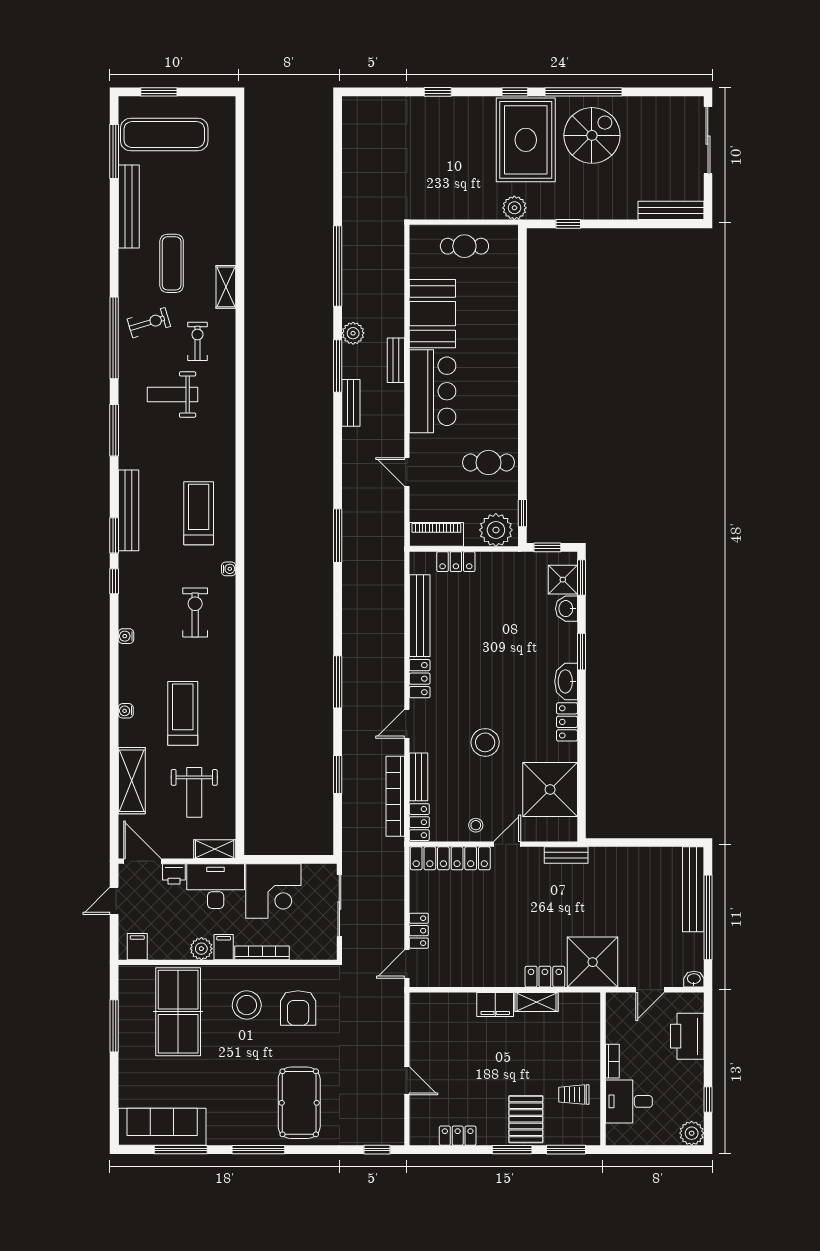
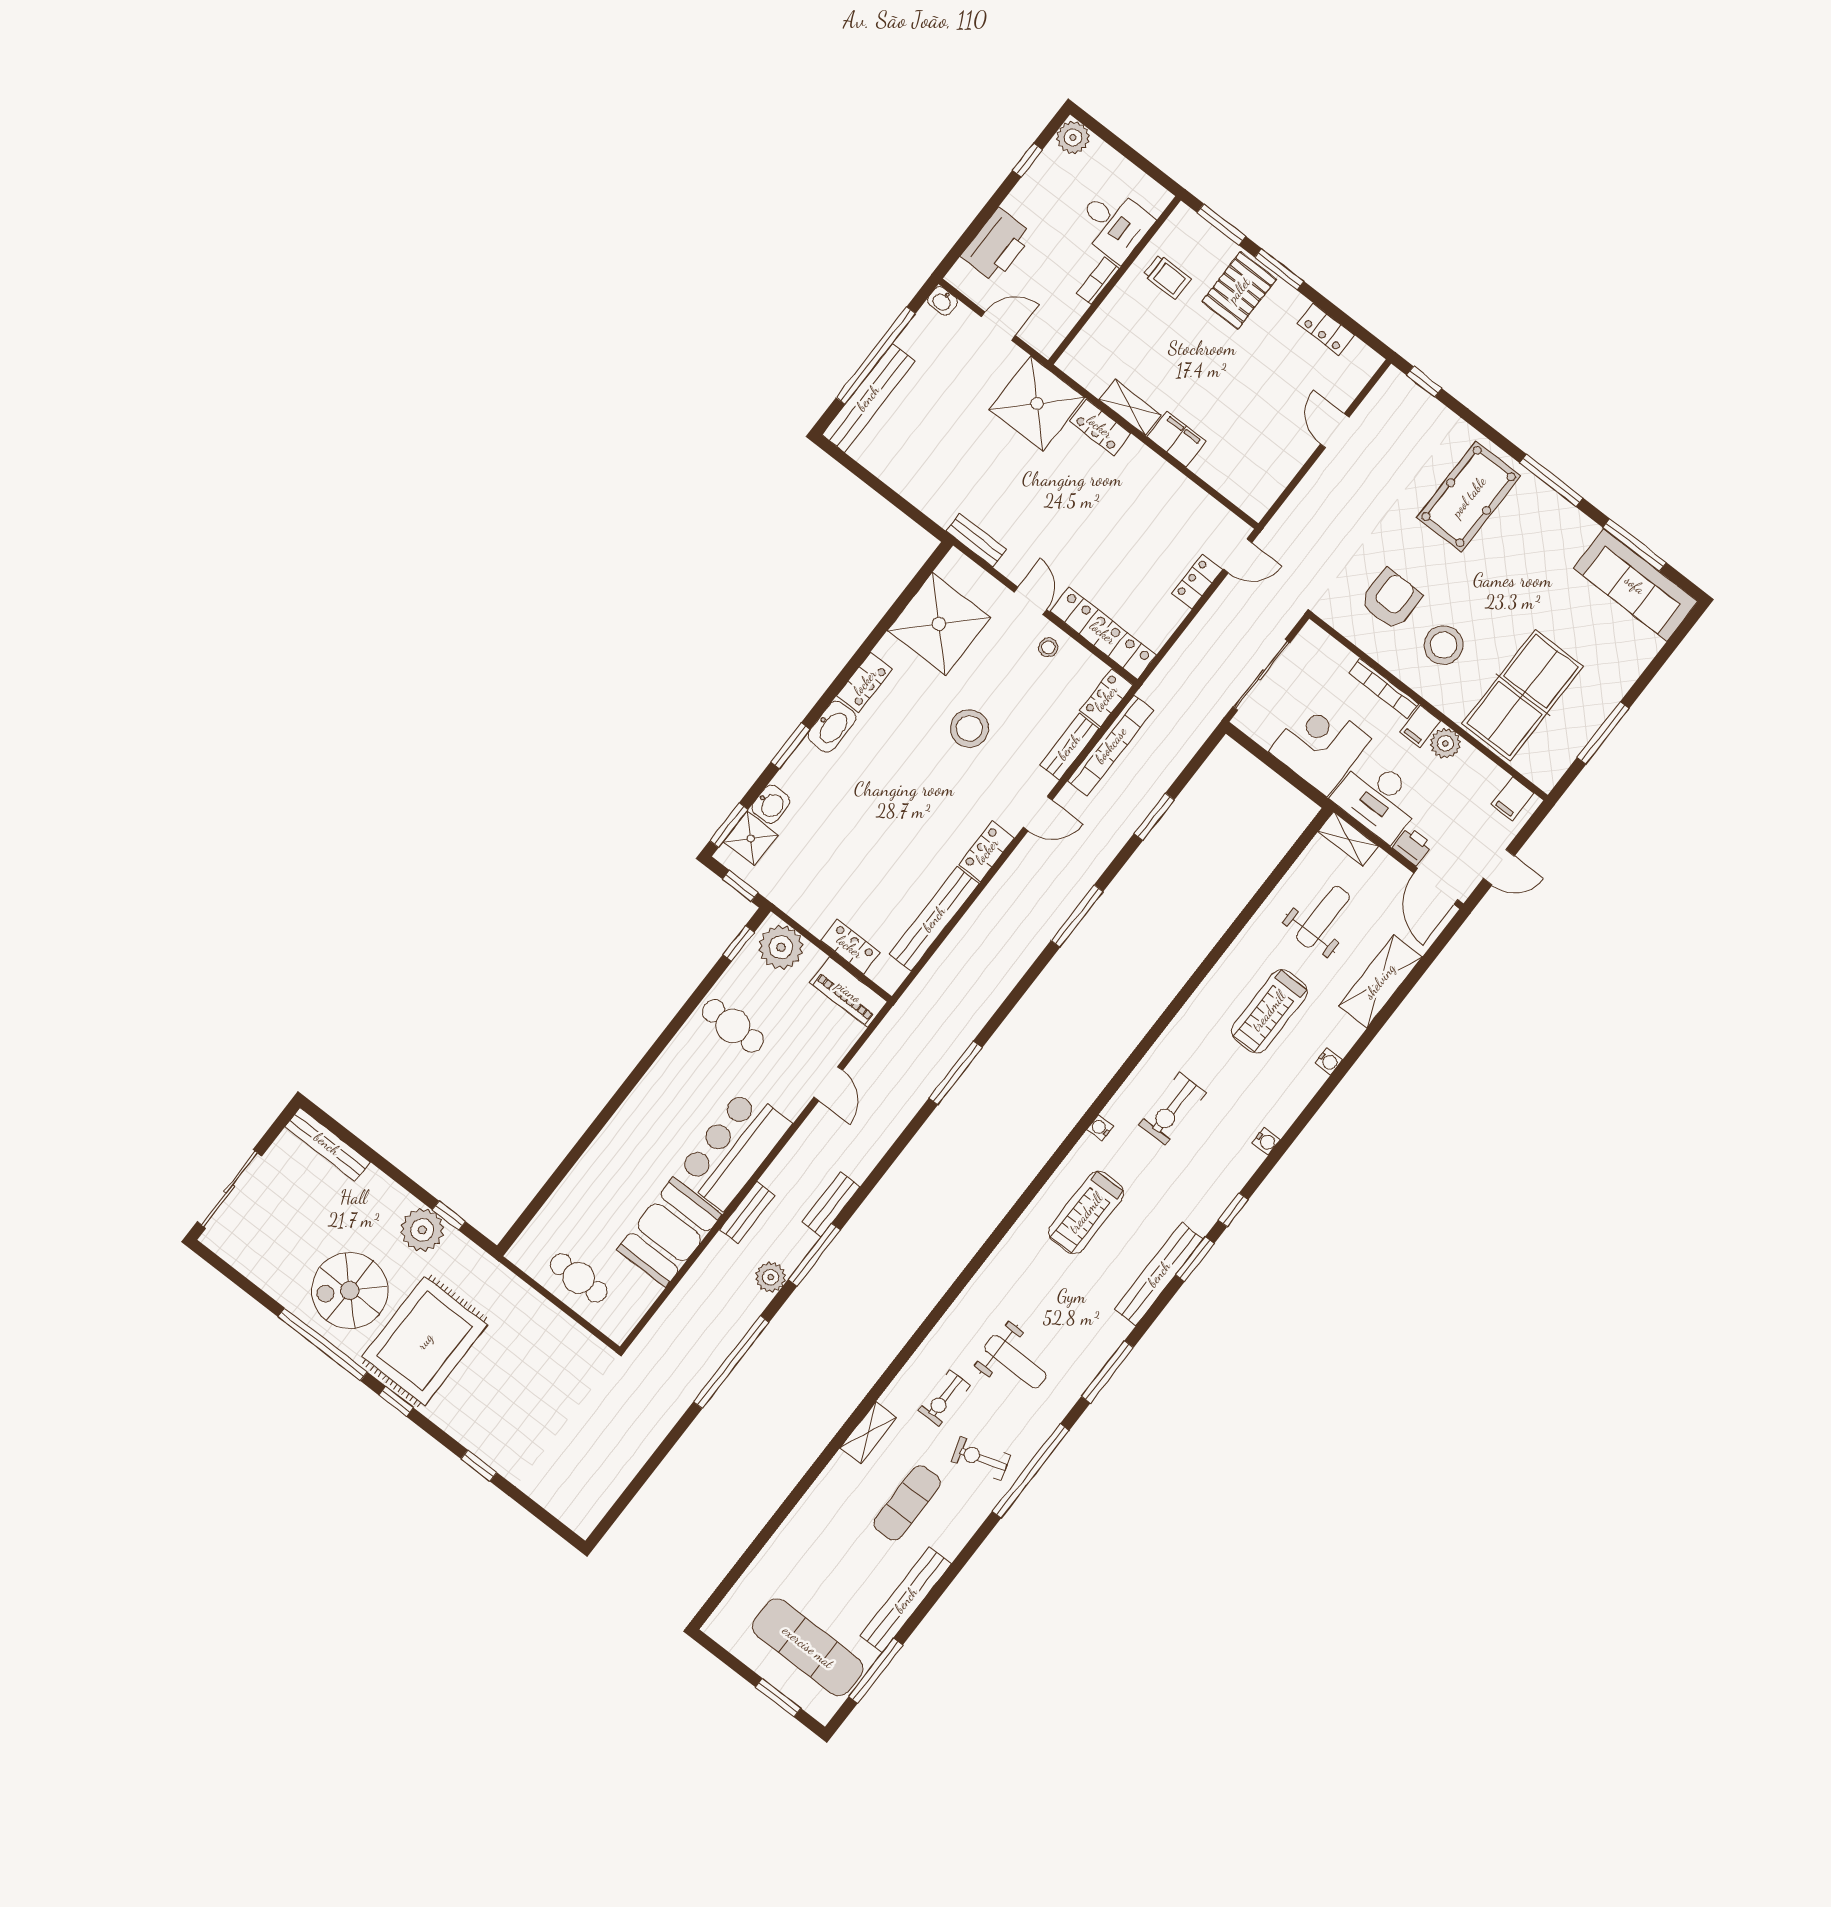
plant: (514, 208) -> (422, 1230), moved, width x1.36, depth x1.36
door: (507, 844) -> (1030, 601), swing flipped

